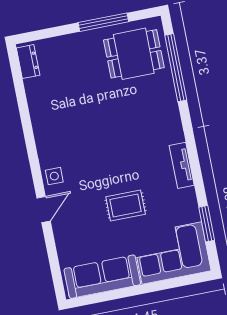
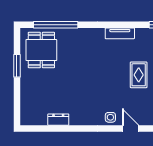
window: (103, 22) -> (17, 66), width x0.69
dresser: (28, 62) -> (58, 120), moved

